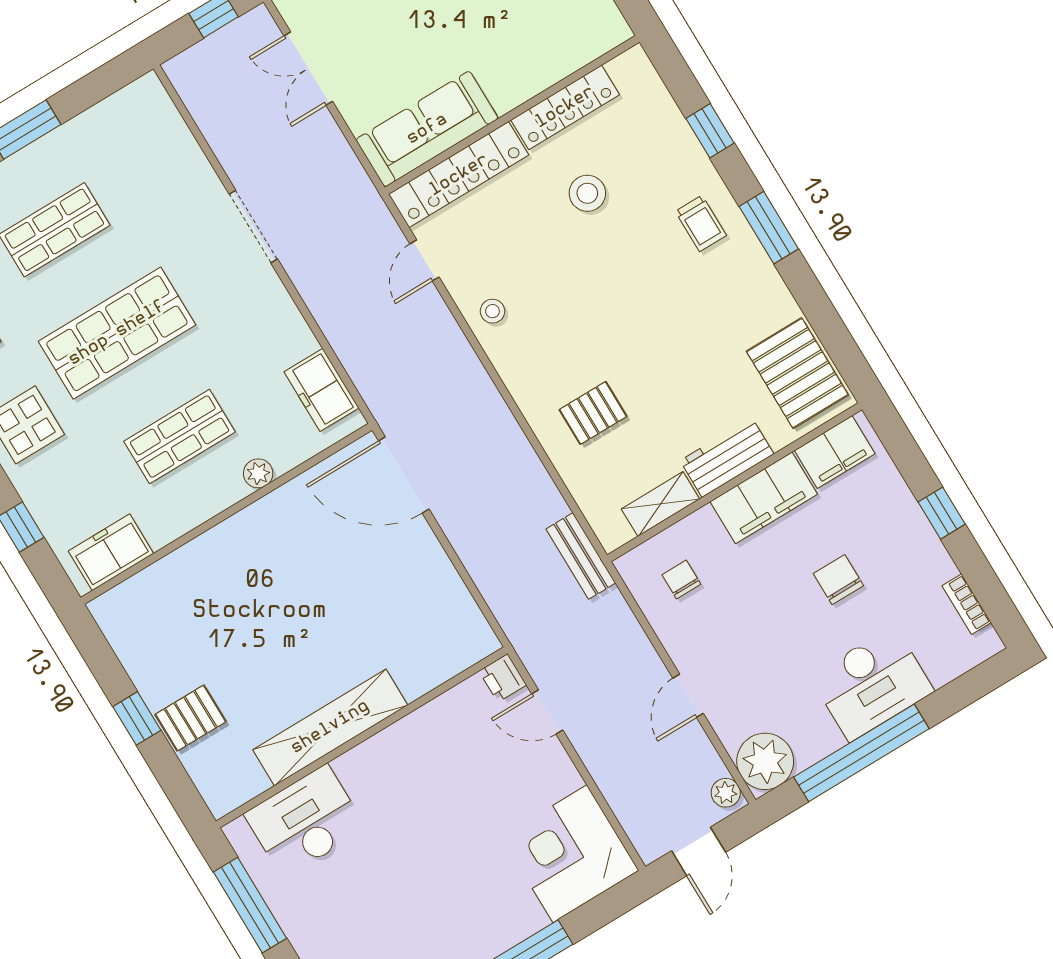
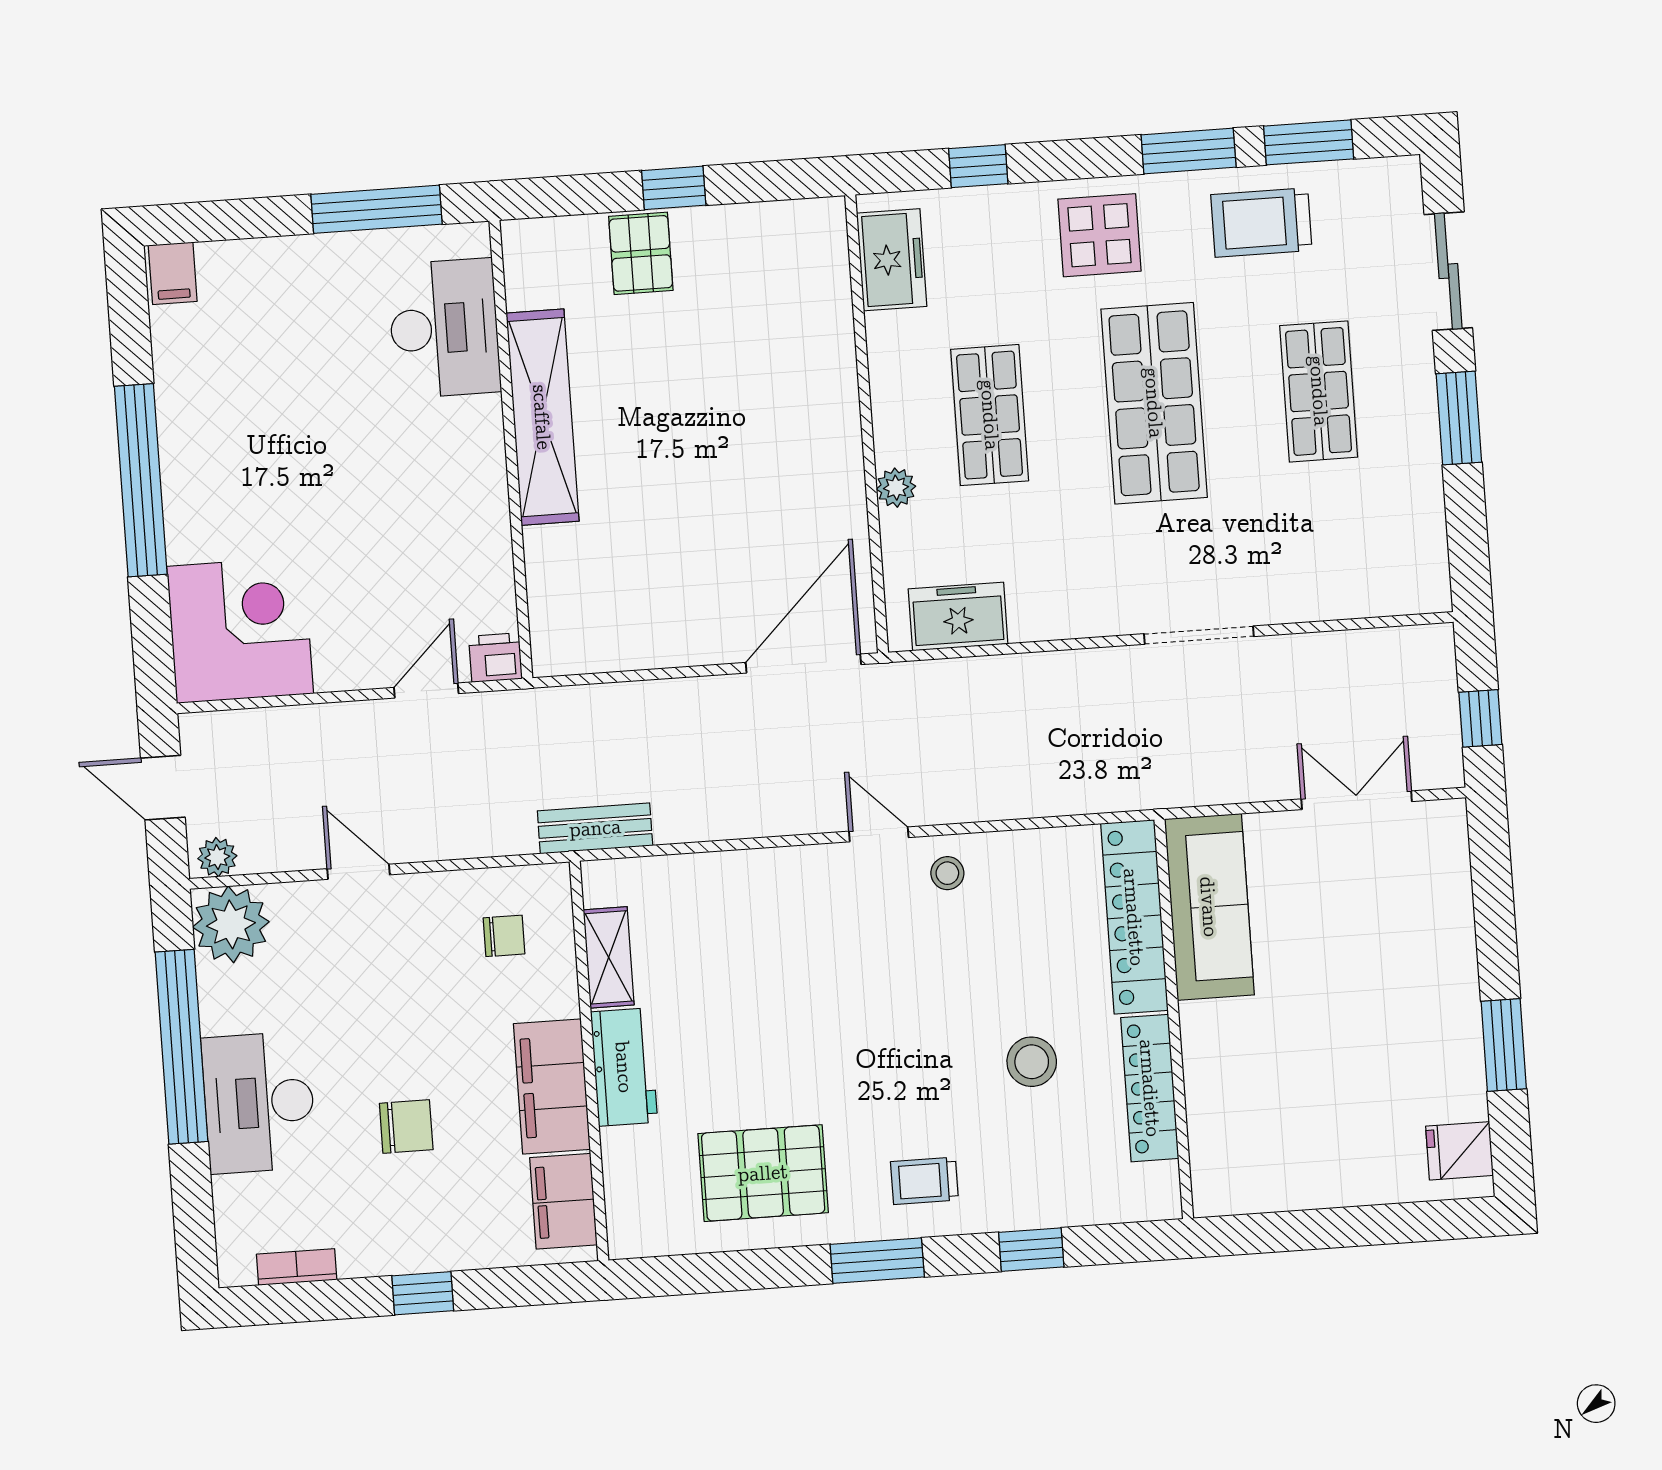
door: (425, 260) -> (879, 834), moved
pallet: (797, 373) -> (763, 1173), moved
pallet: (593, 413) -> (761, 932), removed

